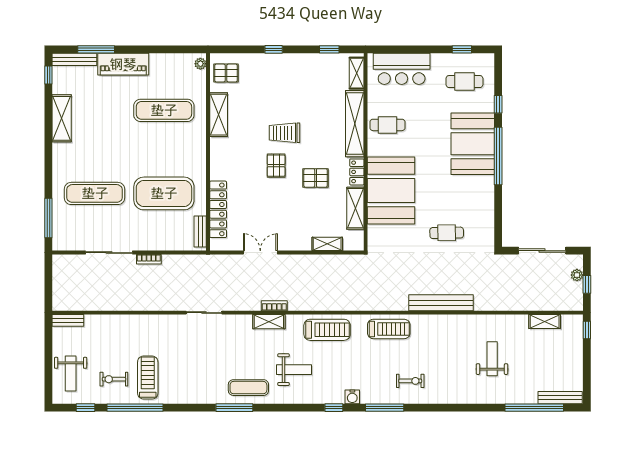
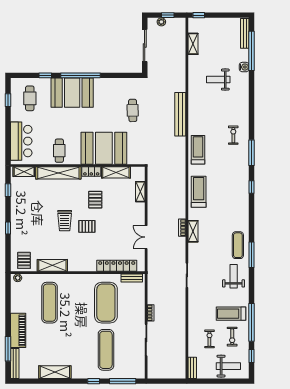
window: (48, 75) -> (94, 381), moved
exercise bike: (111, 346) -> (209, 339), added
weight bench: (294, 370) -> (234, 276), moved
water cooler: (352, 397) -> (244, 67), moved

